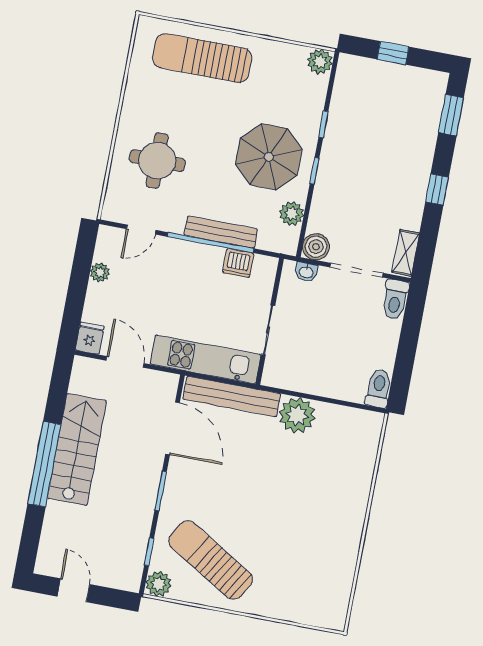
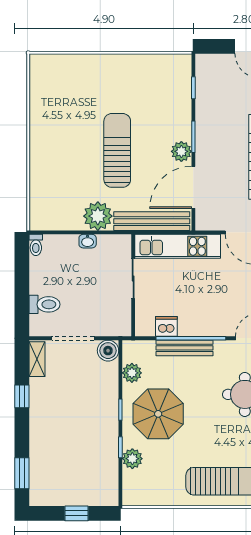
plant: (320, 61) -> (132, 459), moved
window: (437, 190) -> (22, 396), moved
washbasin: (306, 272) -> (88, 241), moved, turned 180
toilet: (395, 299) -> (45, 304), moved, turned 90
toilet: (379, 388) -> (36, 245), width x0.73, depth x0.72
door: (172, 428) -> (193, 187), hinge flipped
sun lounger: (211, 560) -> (117, 150), moved, turned -121
plant: (158, 584) -> (181, 151), moved

